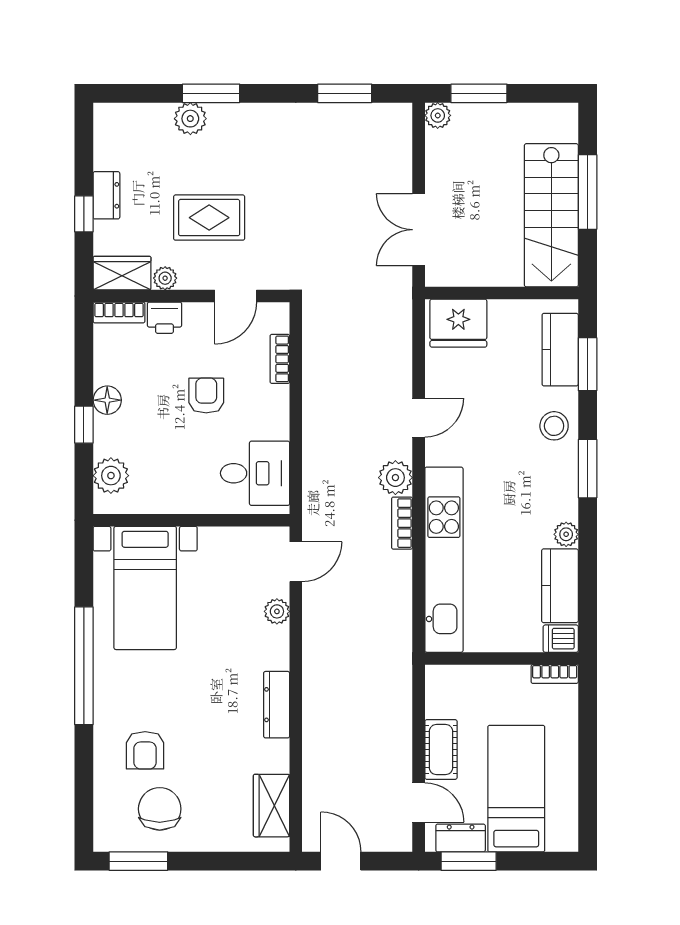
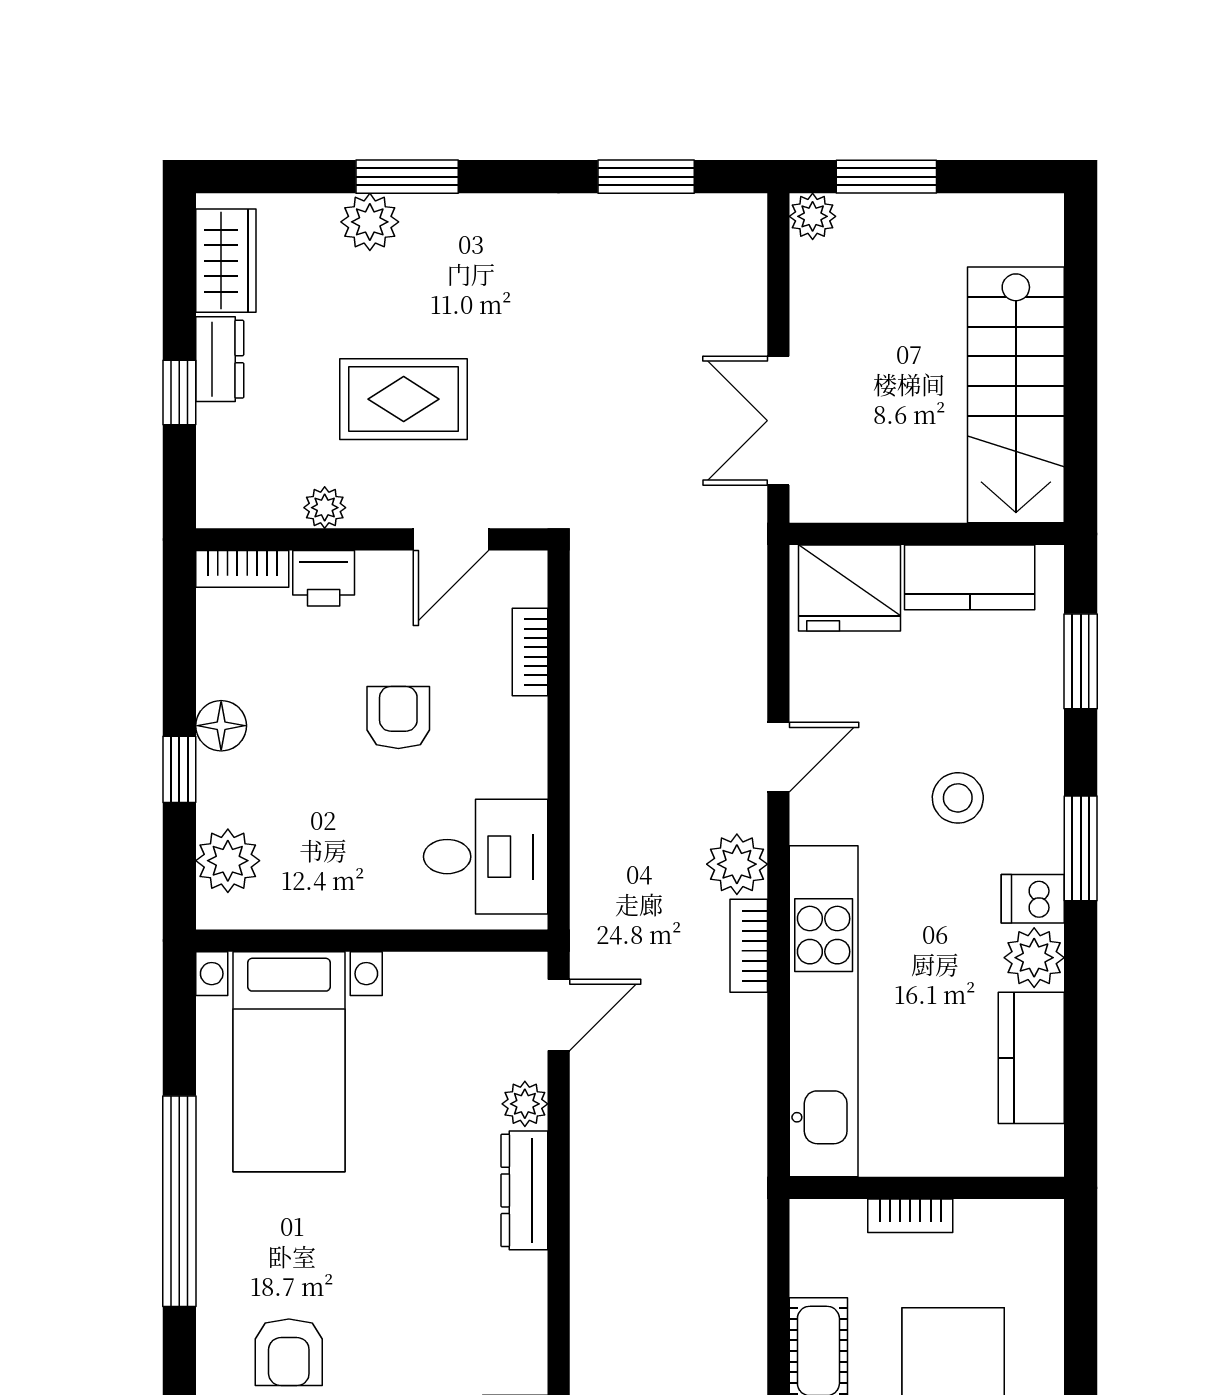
window: (588, 192) -> (1081, 353), removed
wardrobe: (122, 273) -> (226, 261), moved, turned 90
kitchen counter: (560, 350) -> (970, 577), moved, turned -90
stool: (554, 426) -> (958, 798), moved
plant: (566, 534) -> (1034, 958), width x1.38, depth x1.38
dishwasher: (561, 639) -> (1033, 899), moved
bookcase: (555, 674) -> (910, 1216), moved
dresser: (277, 705) -> (524, 1190), moved

